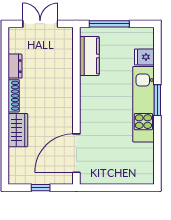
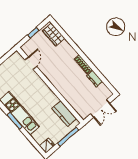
fridge: (144, 57) -> (47, 146), moved
wardrobe: (18, 130) -> (54, 35), moved
door: (76, 153) -> (31, 63), width x0.53

